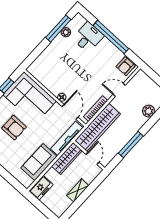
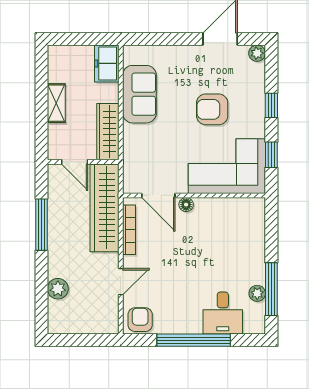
tv unit: (67, 138) -> (132, 157), removed

